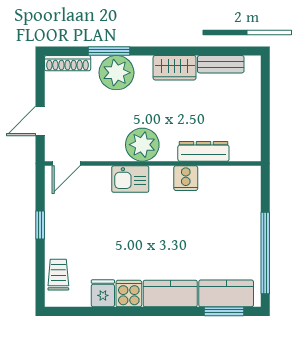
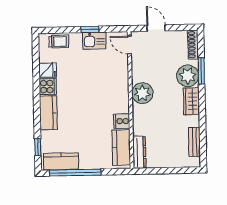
wardrobe: (175, 68) -> (191, 101), moved
dresser: (203, 151) -> (139, 152), moved
kitchen sink: (130, 179) -> (94, 41), moved, turned -90
kitchen counter: (227, 180) -> (121, 147), added
kitchen counter: (226, 293) -> (61, 161), moved, turned -90
window: (224, 311) -> (38, 147), width x0.67

